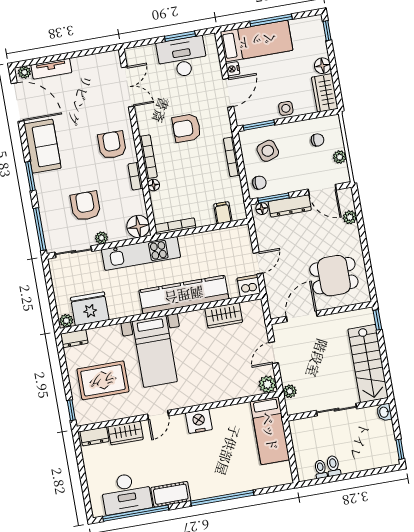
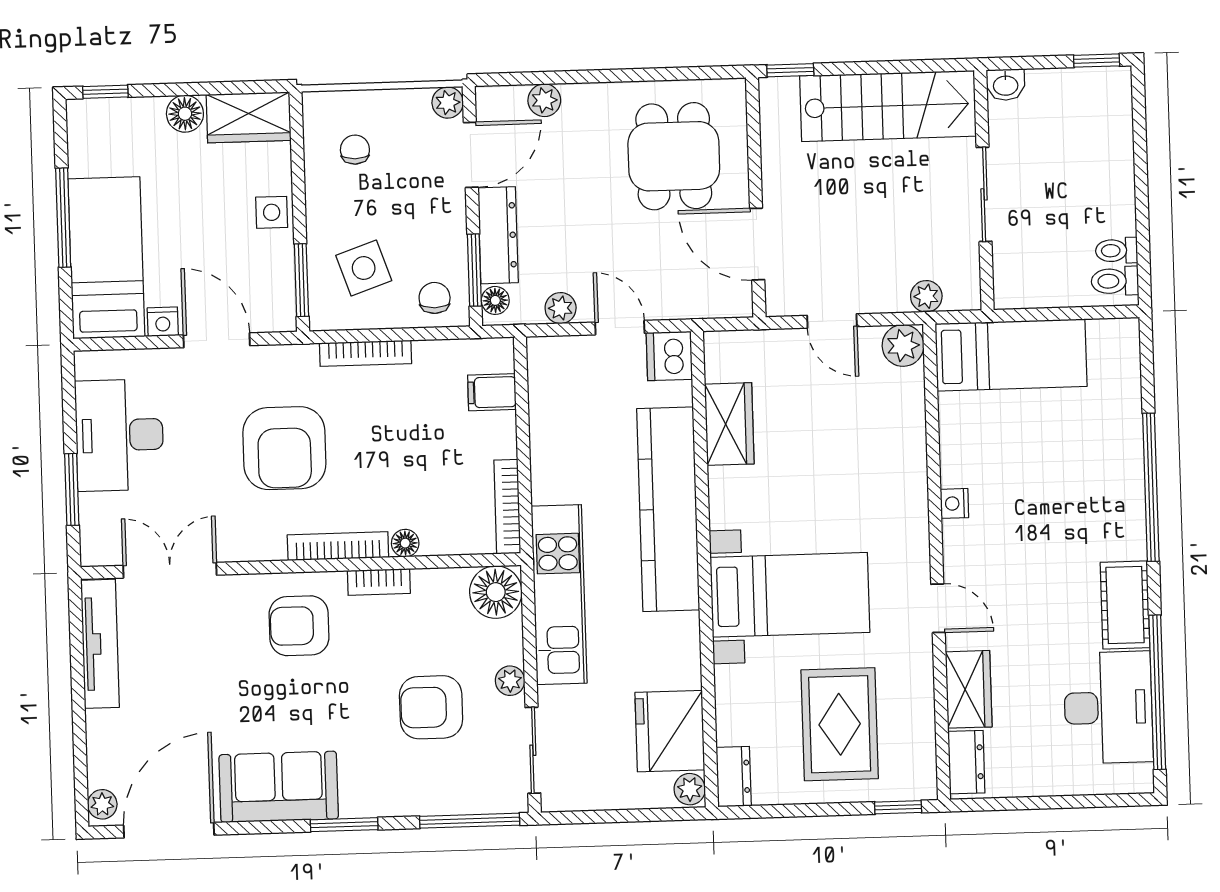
window: (180, 36) -> (72, 489), moved
tv unit: (51, 69) -> (100, 644), moved, width x1.41
armchair: (187, 128) -> (284, 448), width x1.36, depth x1.36
plant: (340, 157) -> (448, 103), moved
plant: (263, 237) -> (561, 308), added
nightstand: (199, 421) -> (954, 503), width x0.53, depth x0.56
toilet: (333, 466) -> (1115, 281), moved

